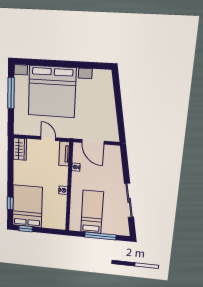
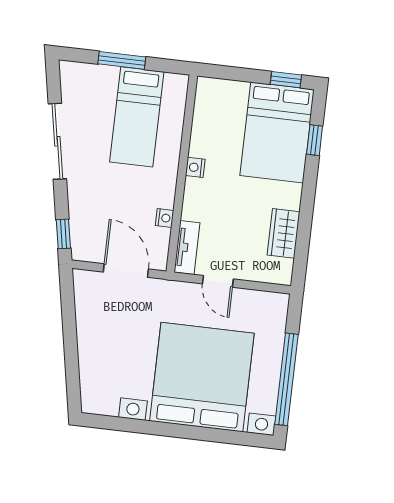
window: (11, 93) -> (286, 379), width x1.46
wardrobe: (20, 149) -> (284, 233), moved
window: (124, 158) -> (63, 234), added
window: (100, 236) -> (122, 60), width x0.69

